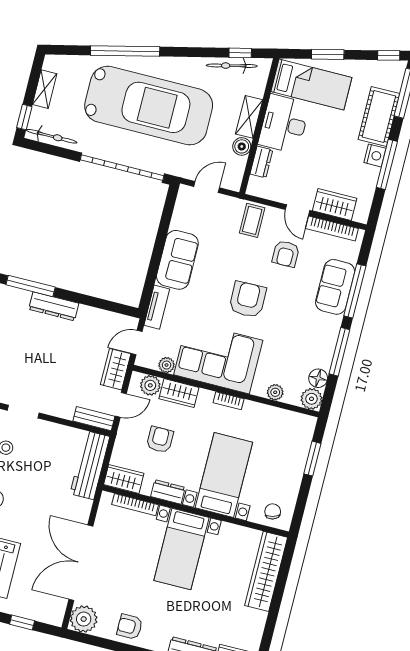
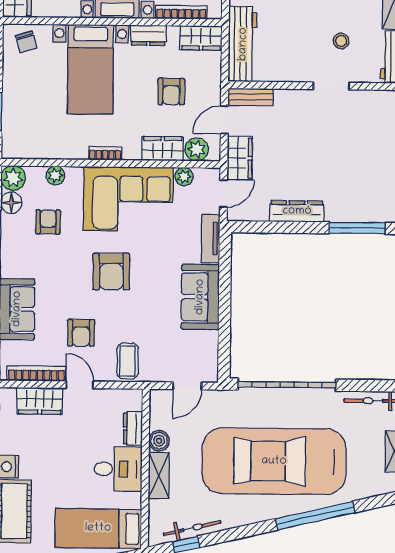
desk: (284, 124) -> (118, 469), width x0.73
armchair: (286, 254) -> (81, 333), turned 180
dresser: (54, 306) -> (297, 211), moved
armchair: (291, 354) -> (48, 222), added

